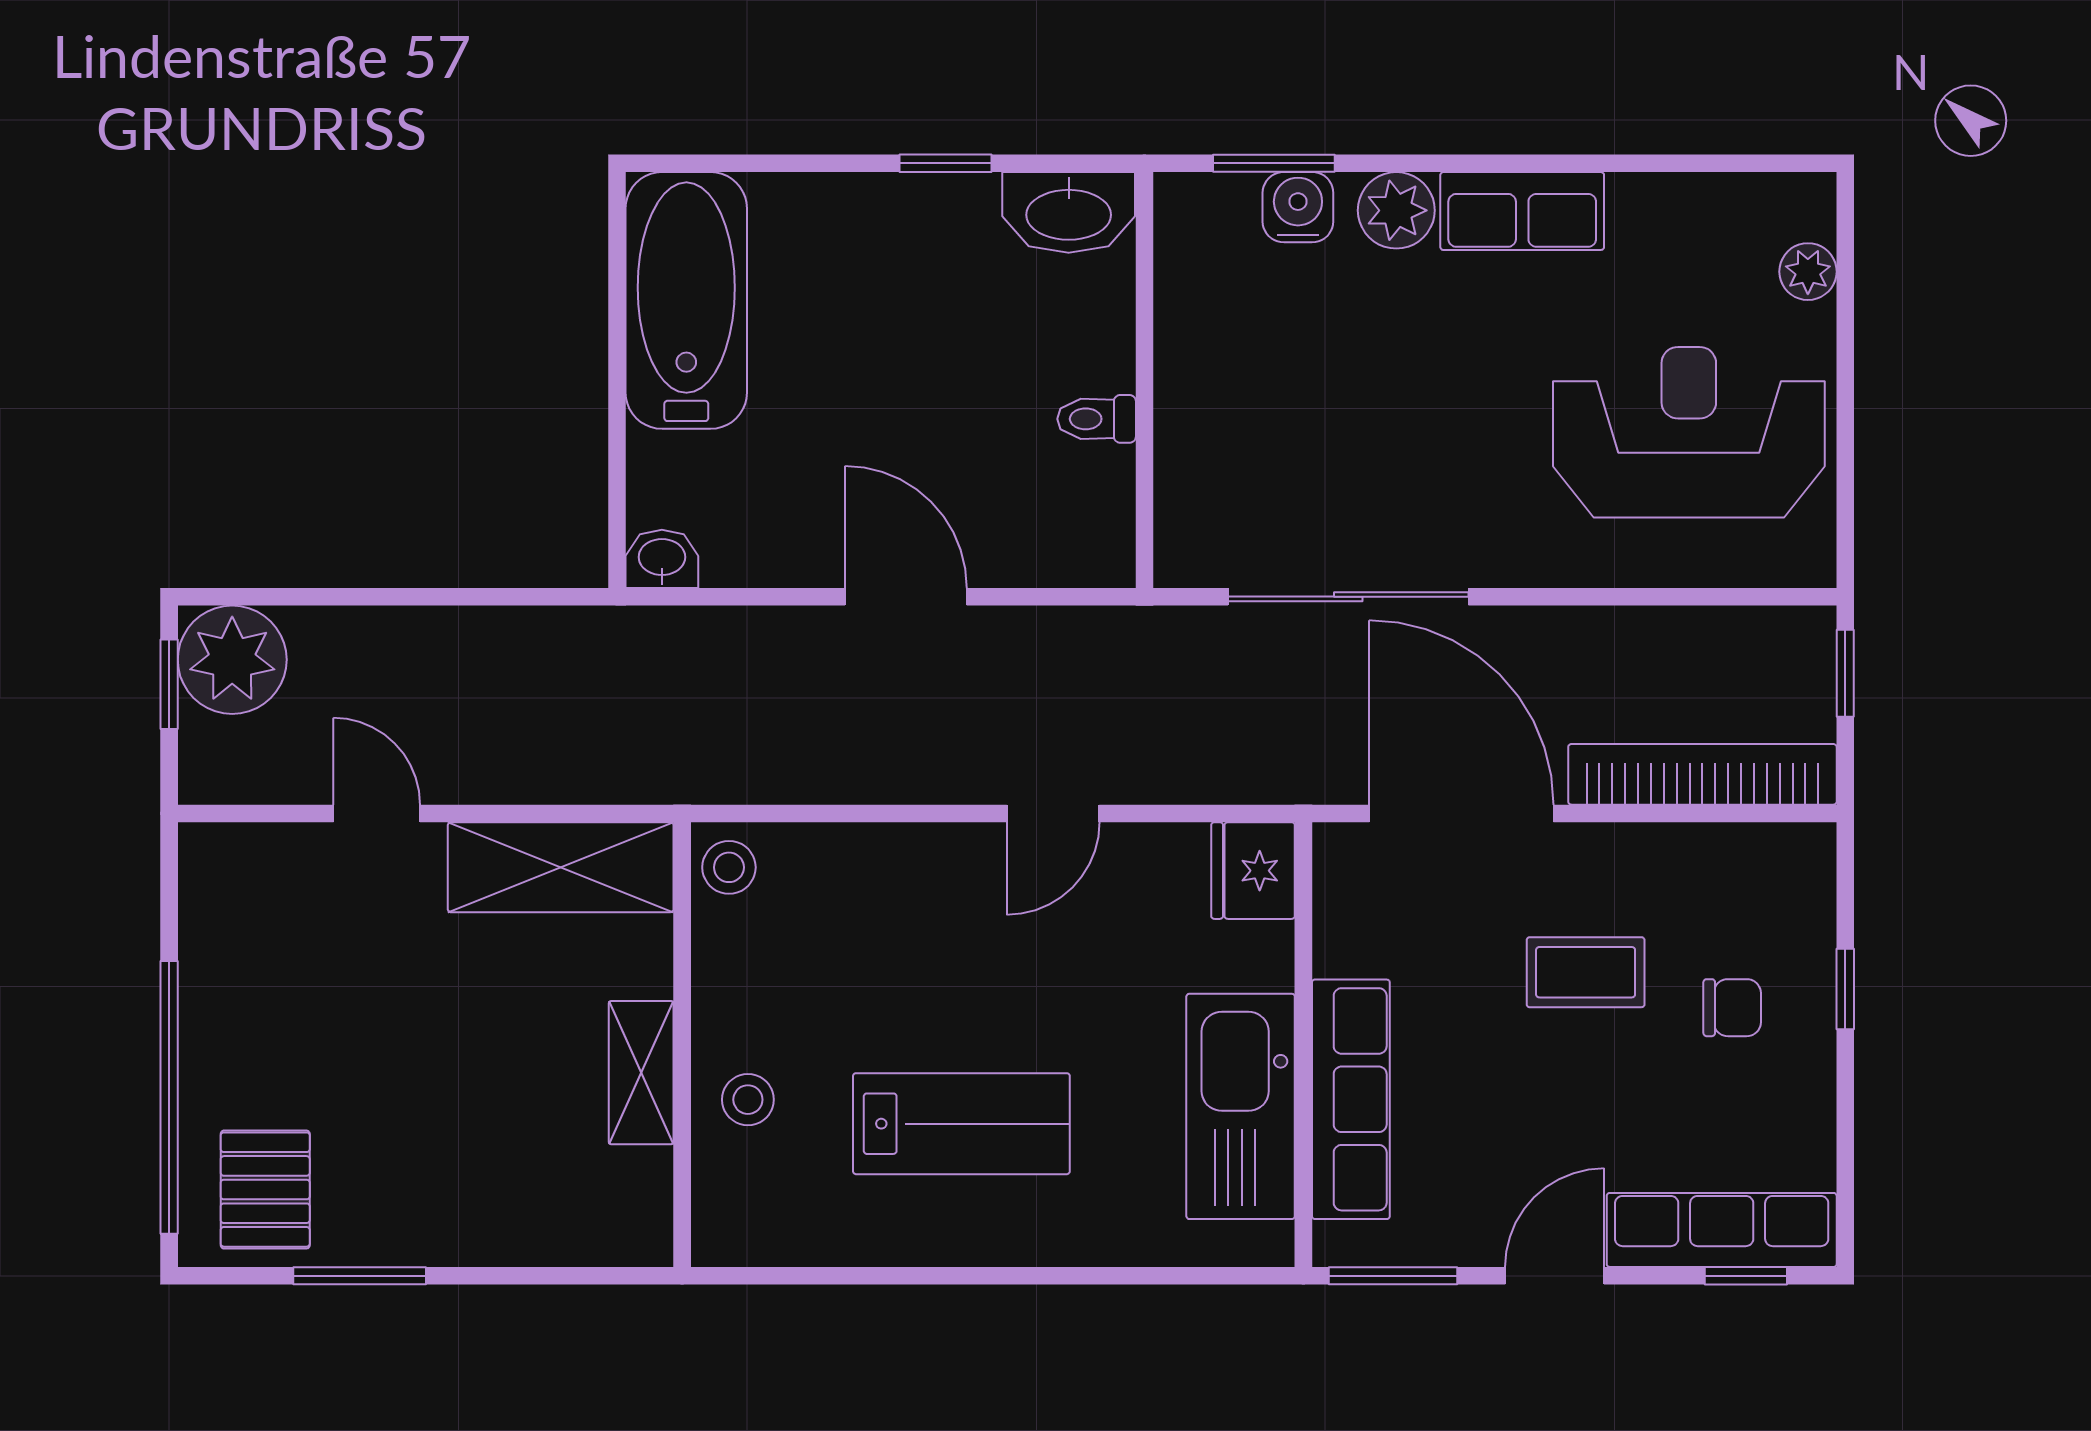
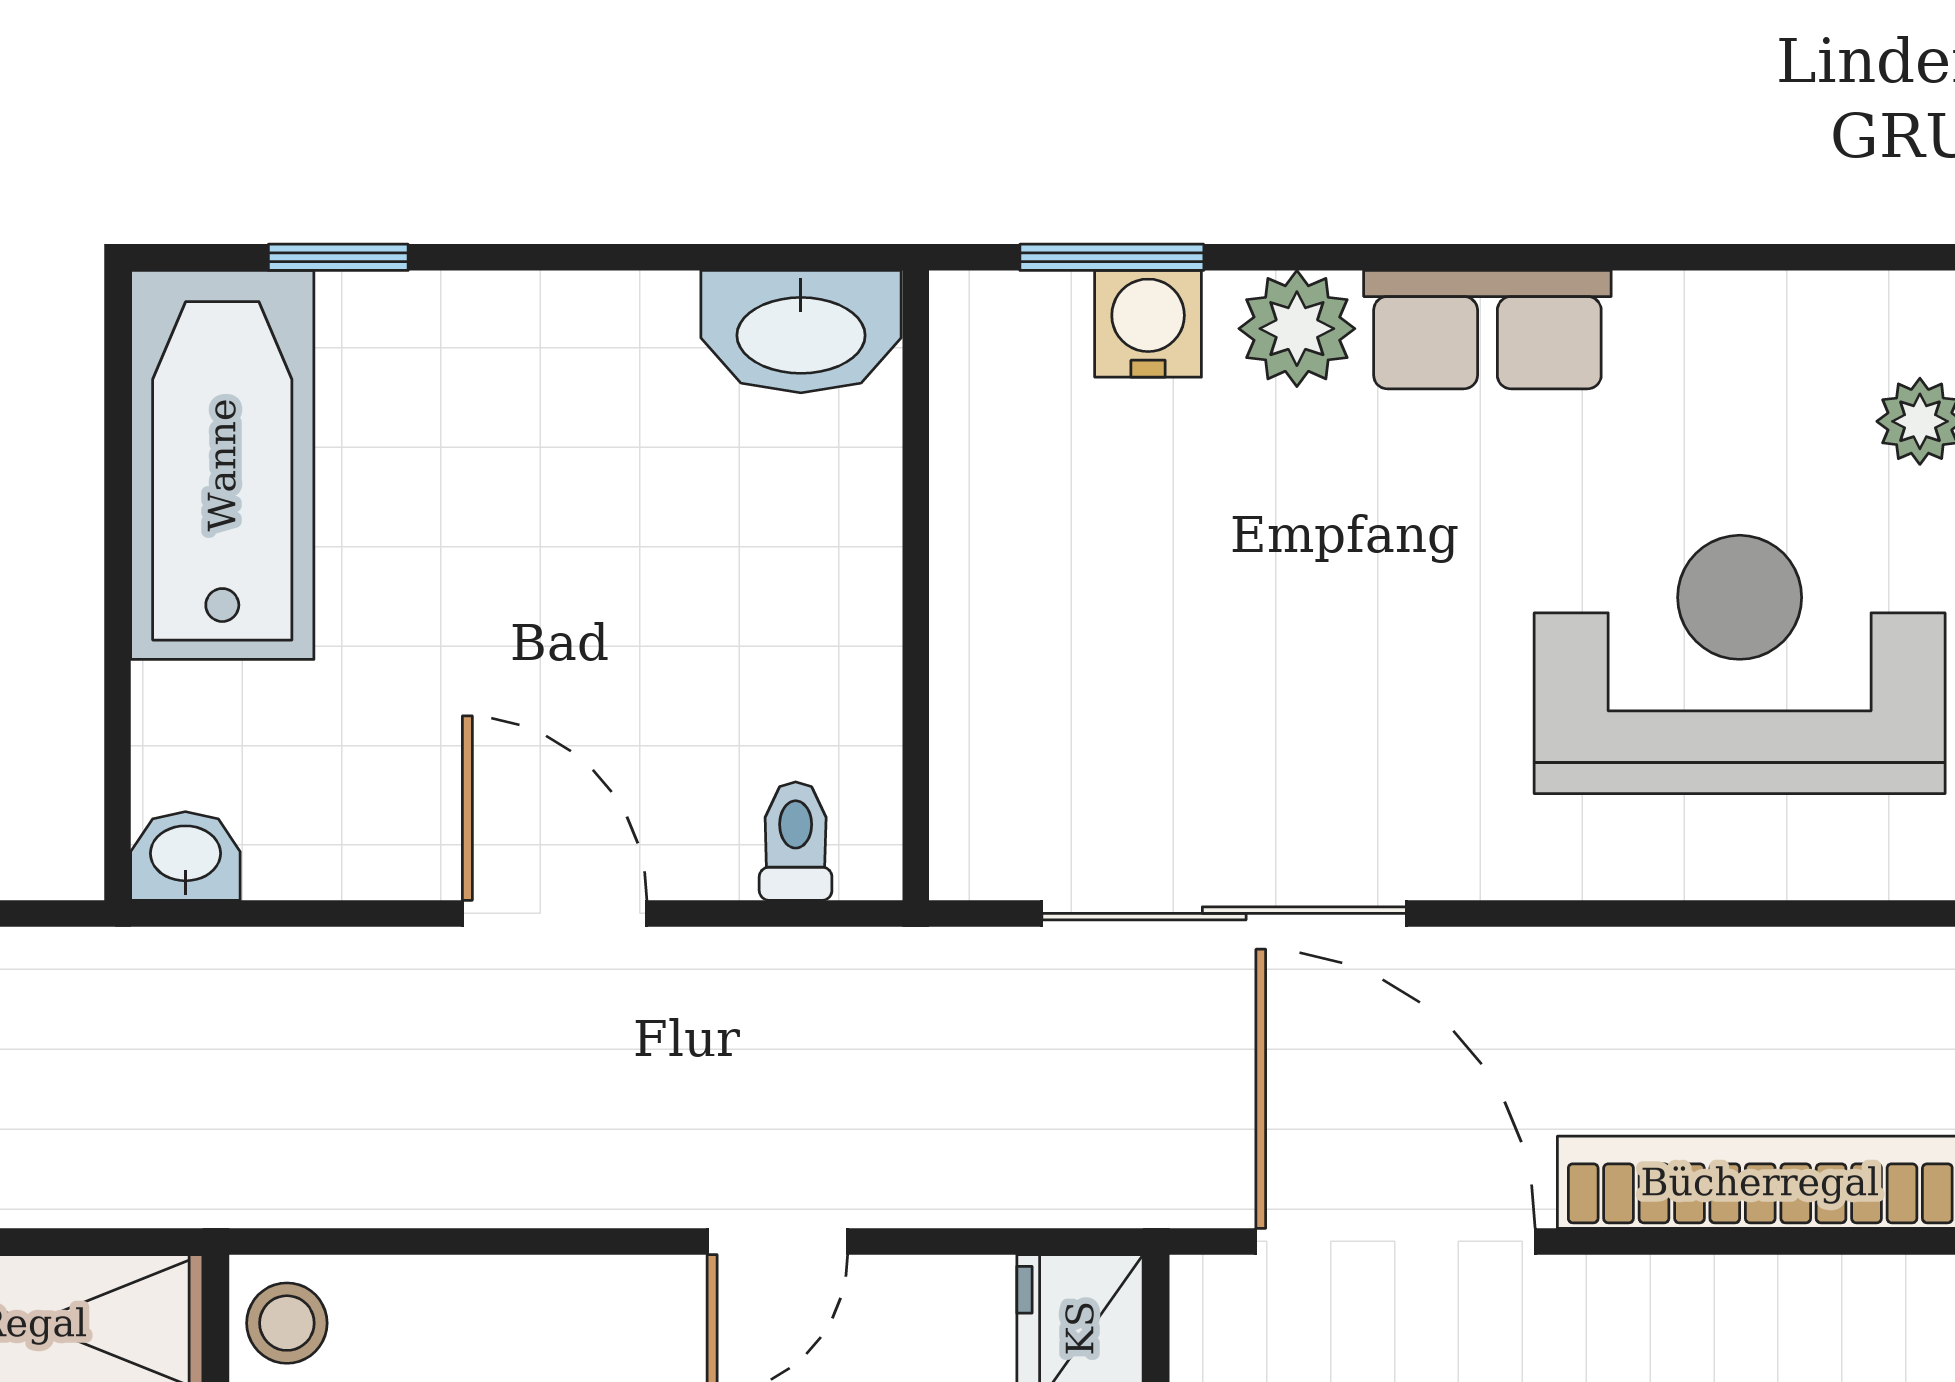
window: (946, 163) -> (338, 257), moved
toilet: (1097, 419) -> (796, 841), moved, turned 90

